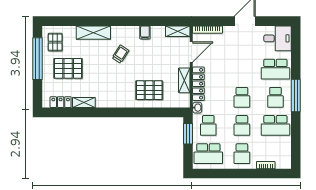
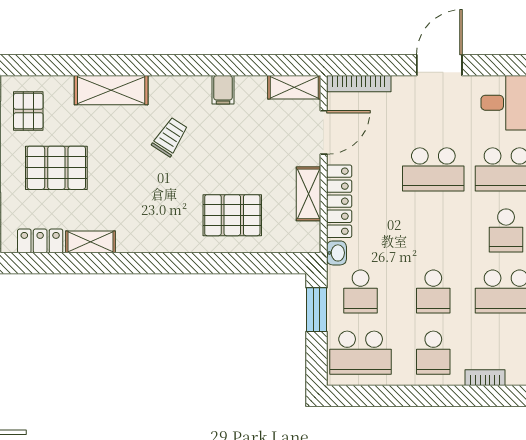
school desk: (242, 97) -> (433, 169), moved, width x1.85

